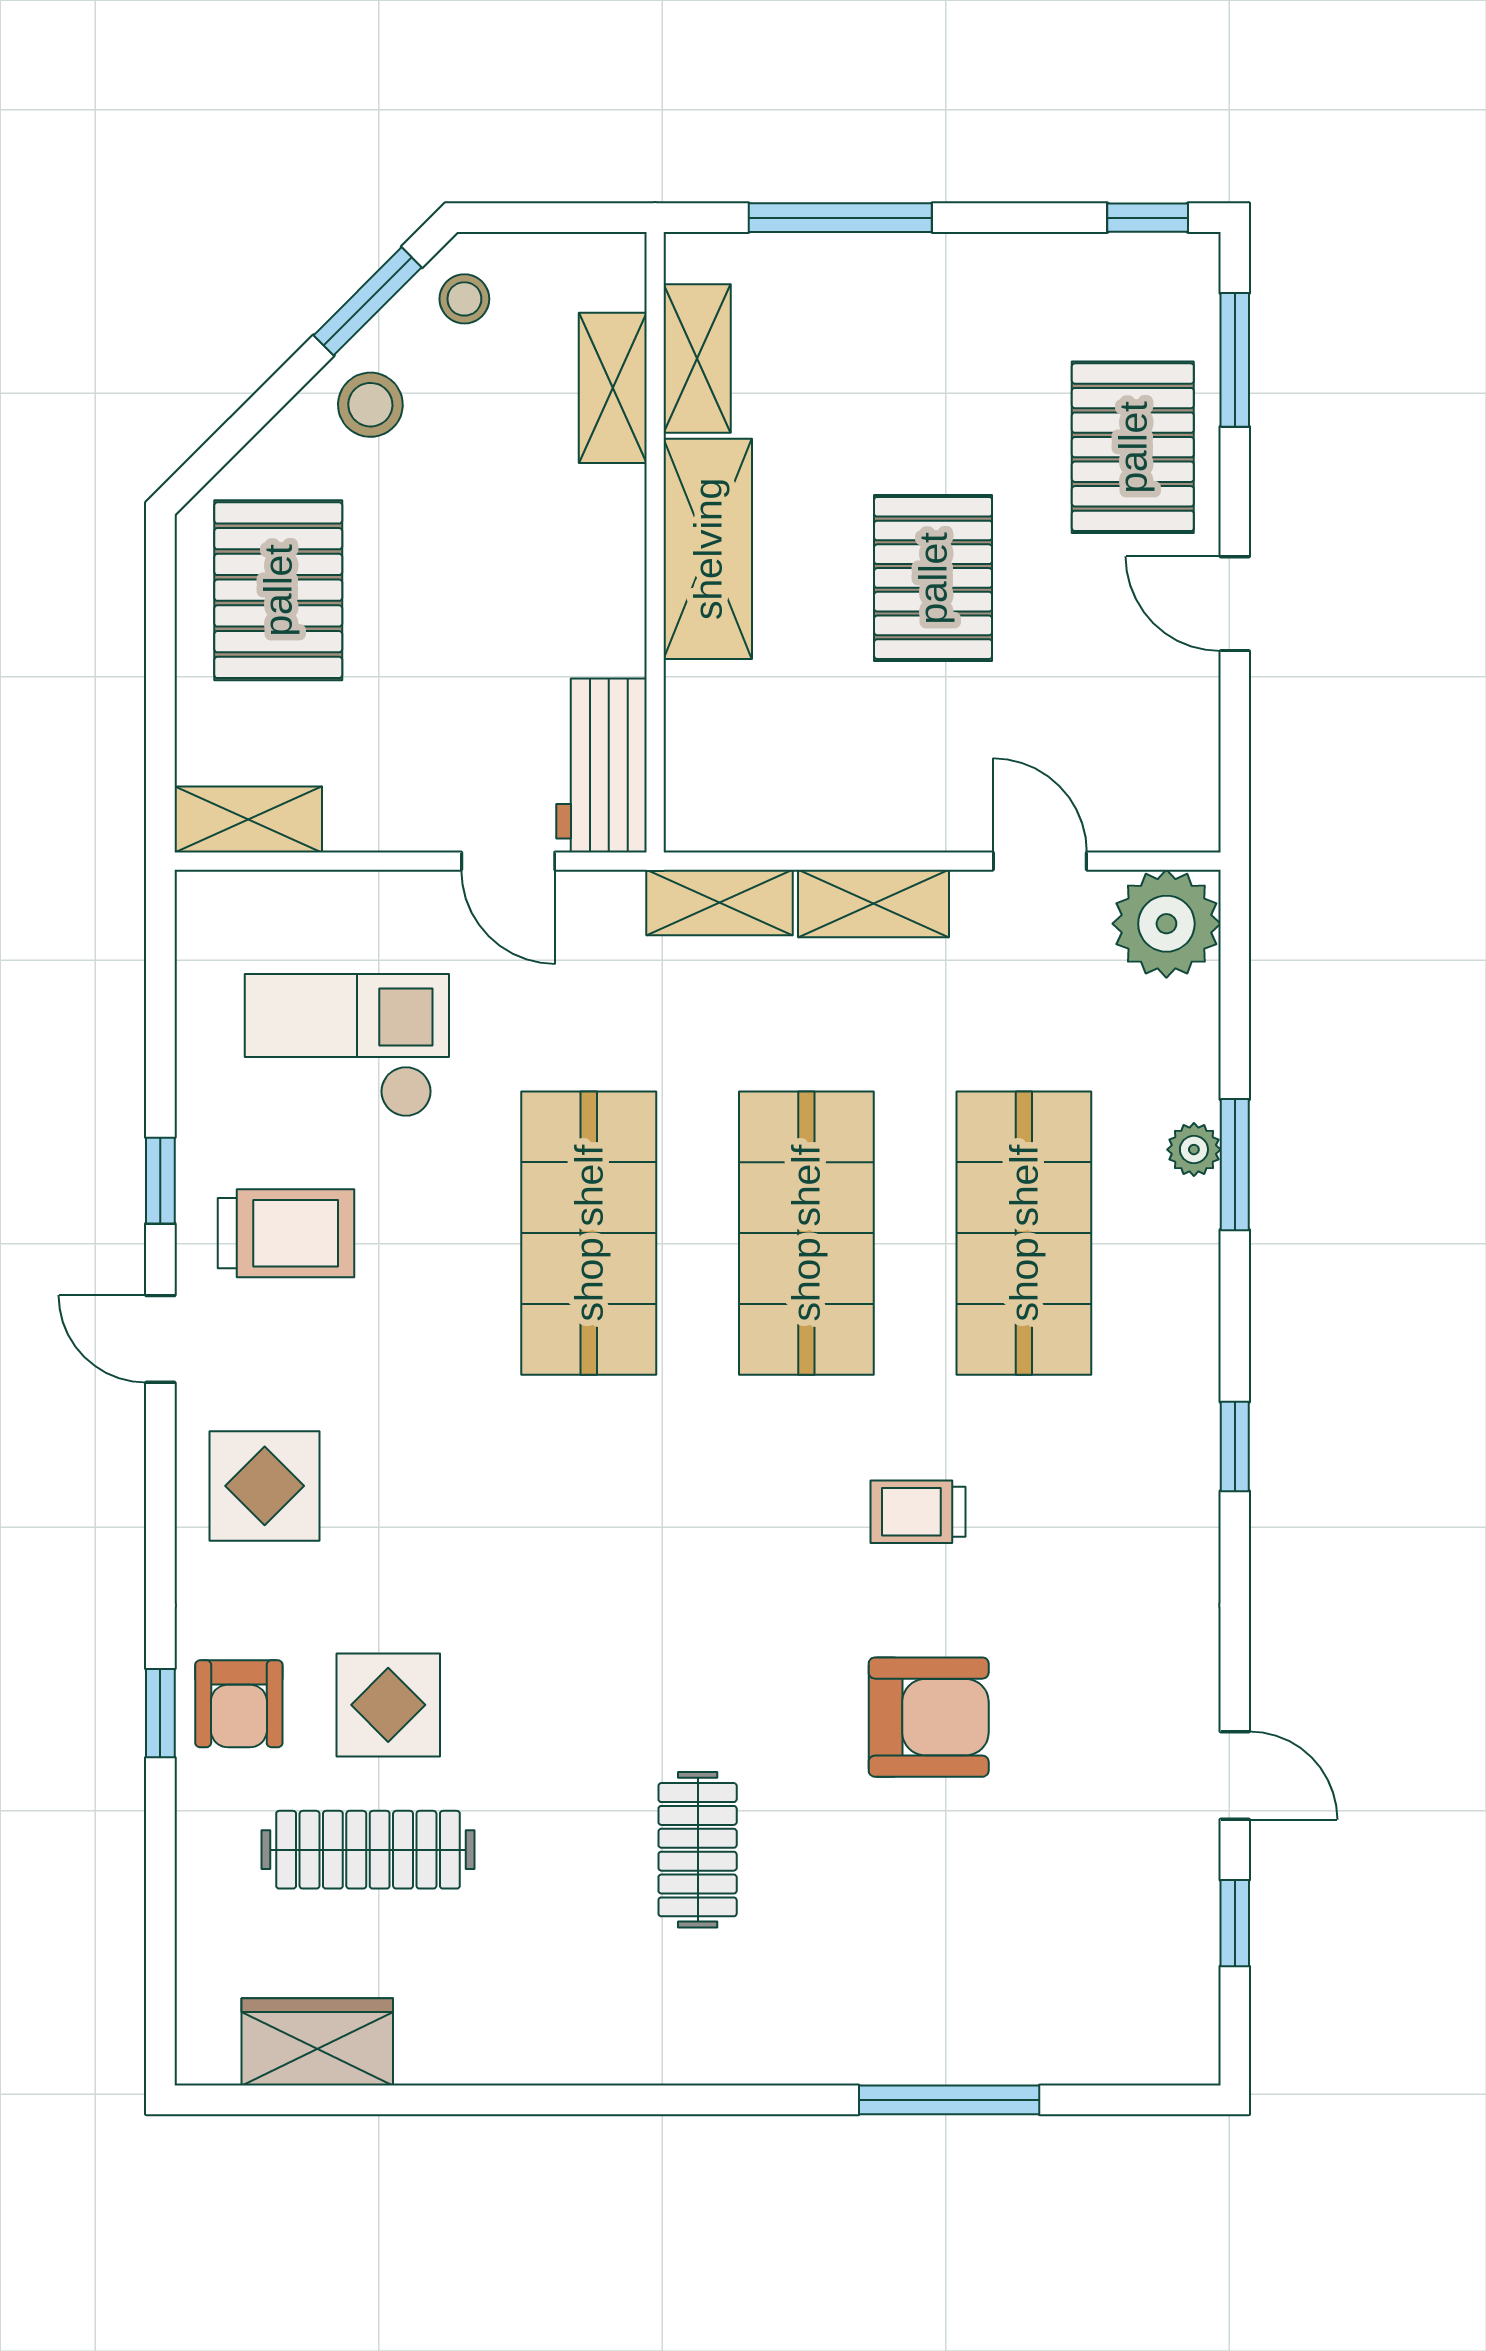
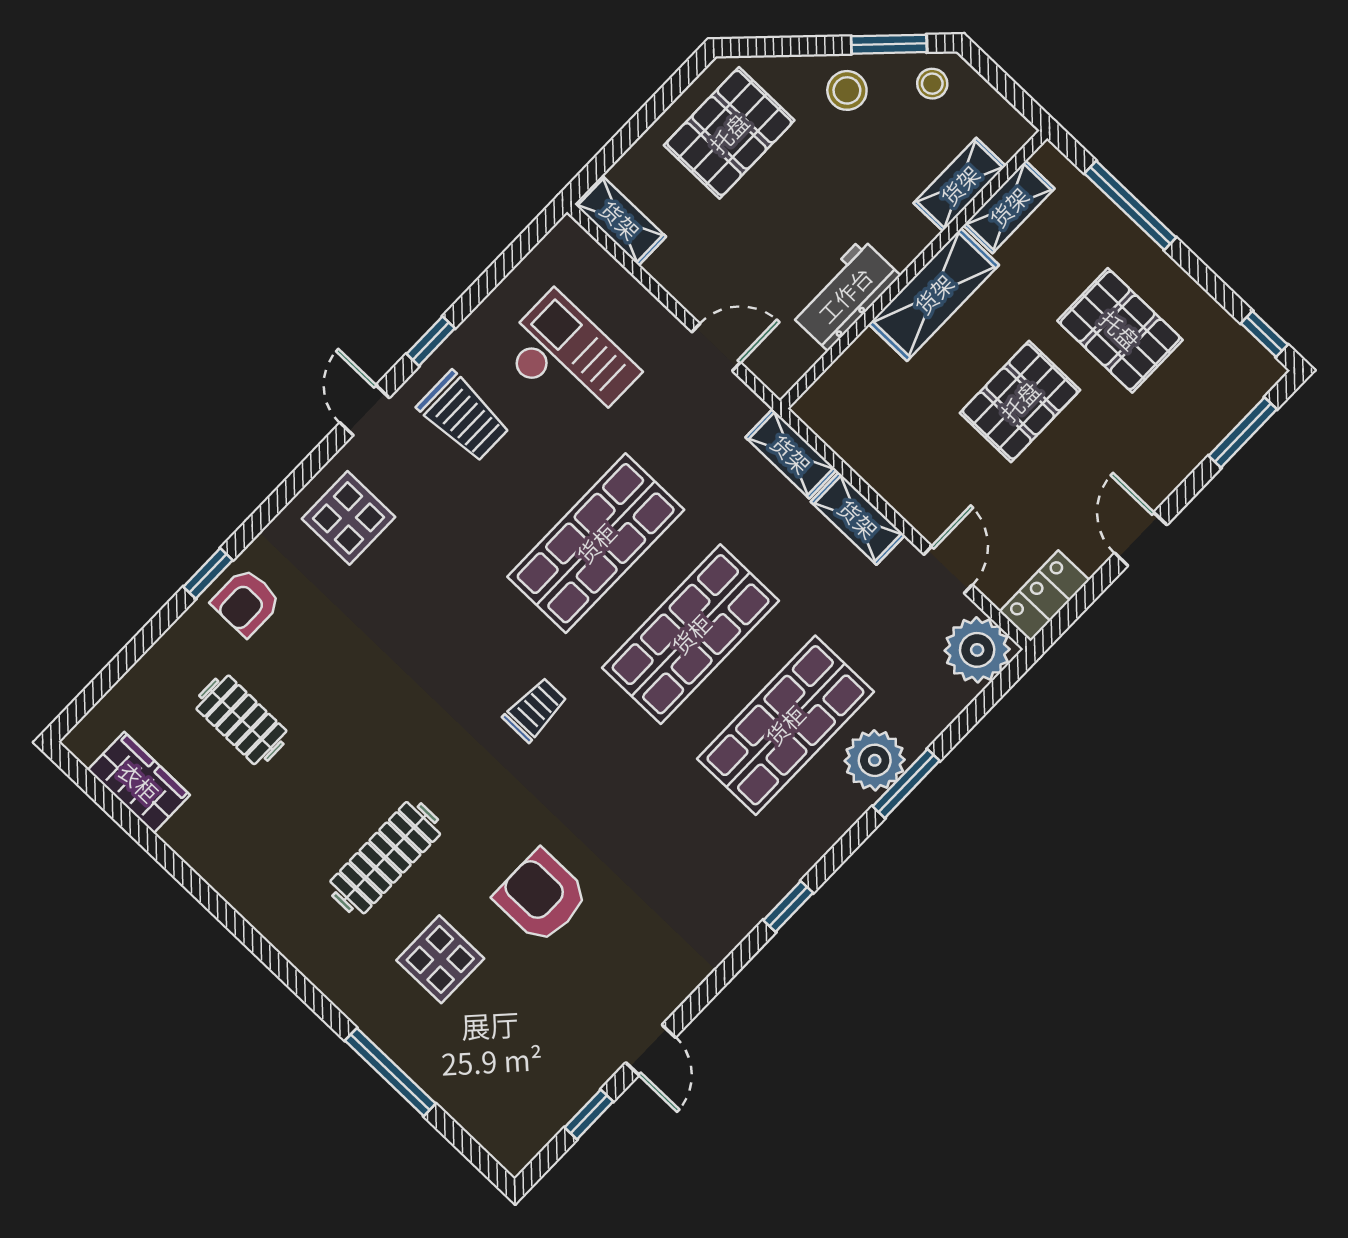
pallet: (1133, 447) -> (1120, 330), moved, turned 90
workbench: (601, 765) -> (845, 295), moved
locker: (1185, 782) -> (1044, 596), added
door: (508, 861) -> (716, 347), swing flipped
plant: (1194, 1150) -> (875, 760), width x1.88, depth x1.88
trolley: (918, 1512) -> (535, 710), moved, turned 90
display table: (388, 1705) -> (440, 959), moved
armchair: (929, 1717) -> (541, 897), turned 180
clothes rail: (368, 1850) -> (241, 720), width x0.73
clothes rail: (698, 1850) -> (385, 858), width x1.36

